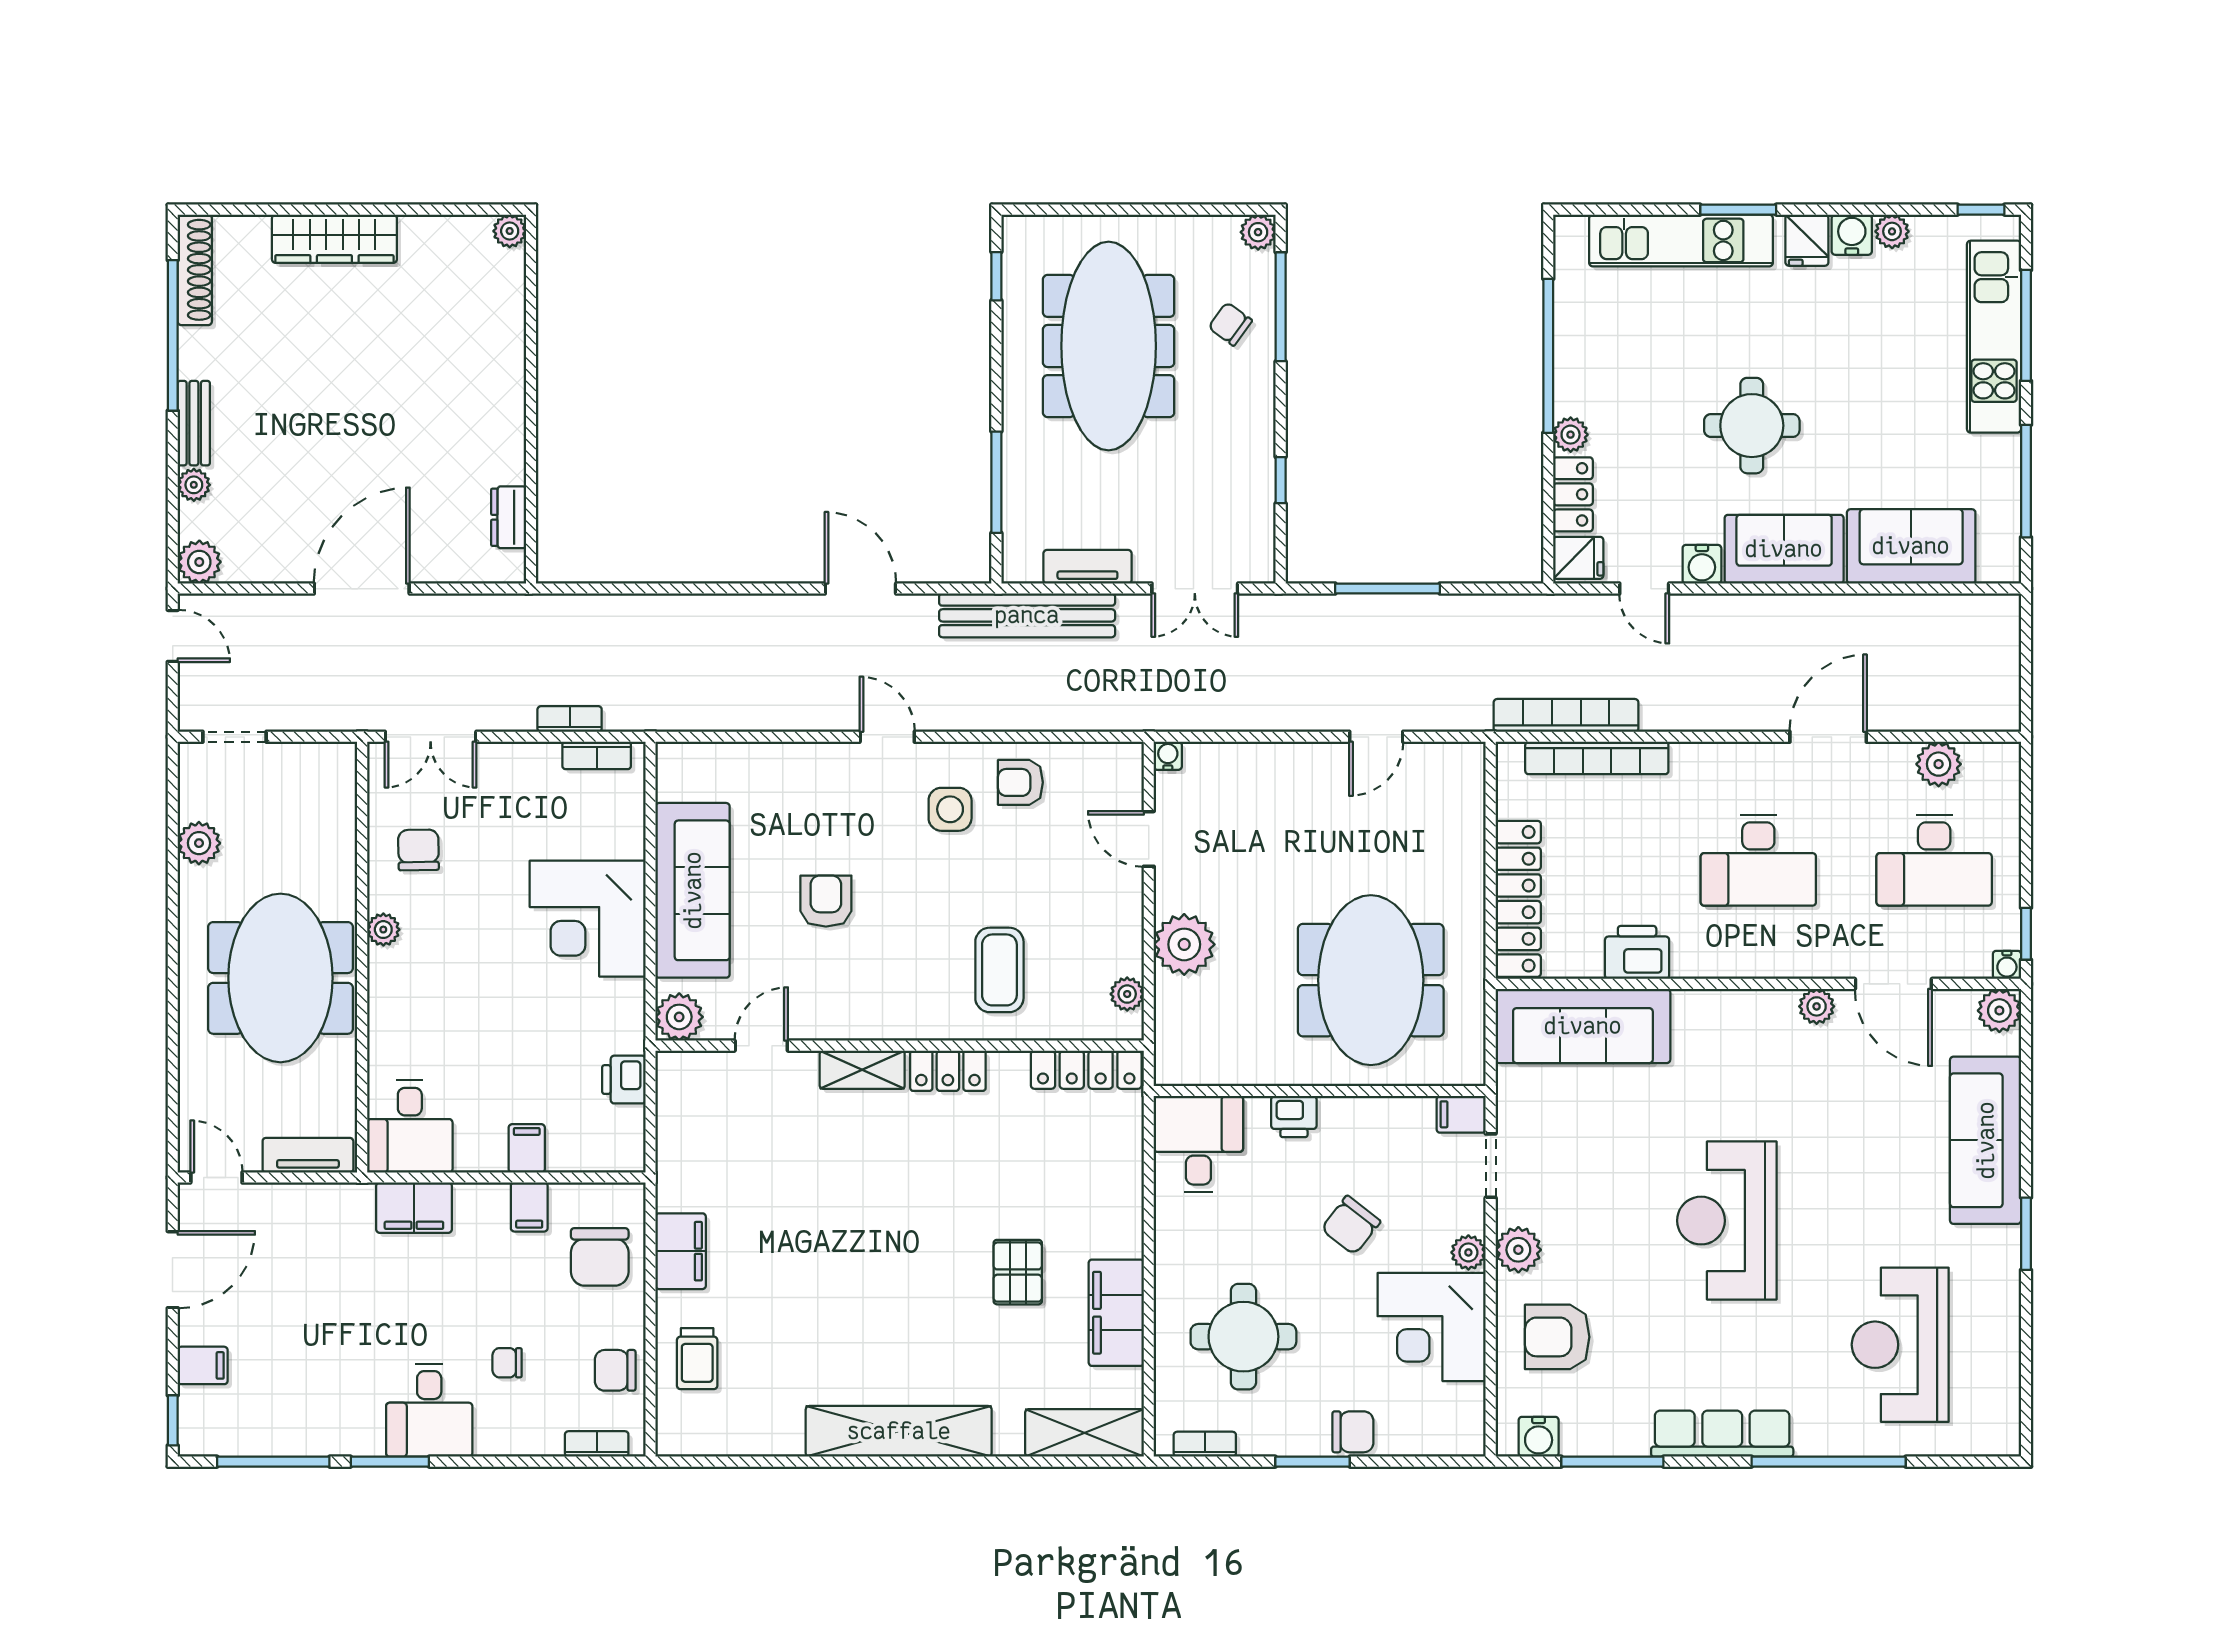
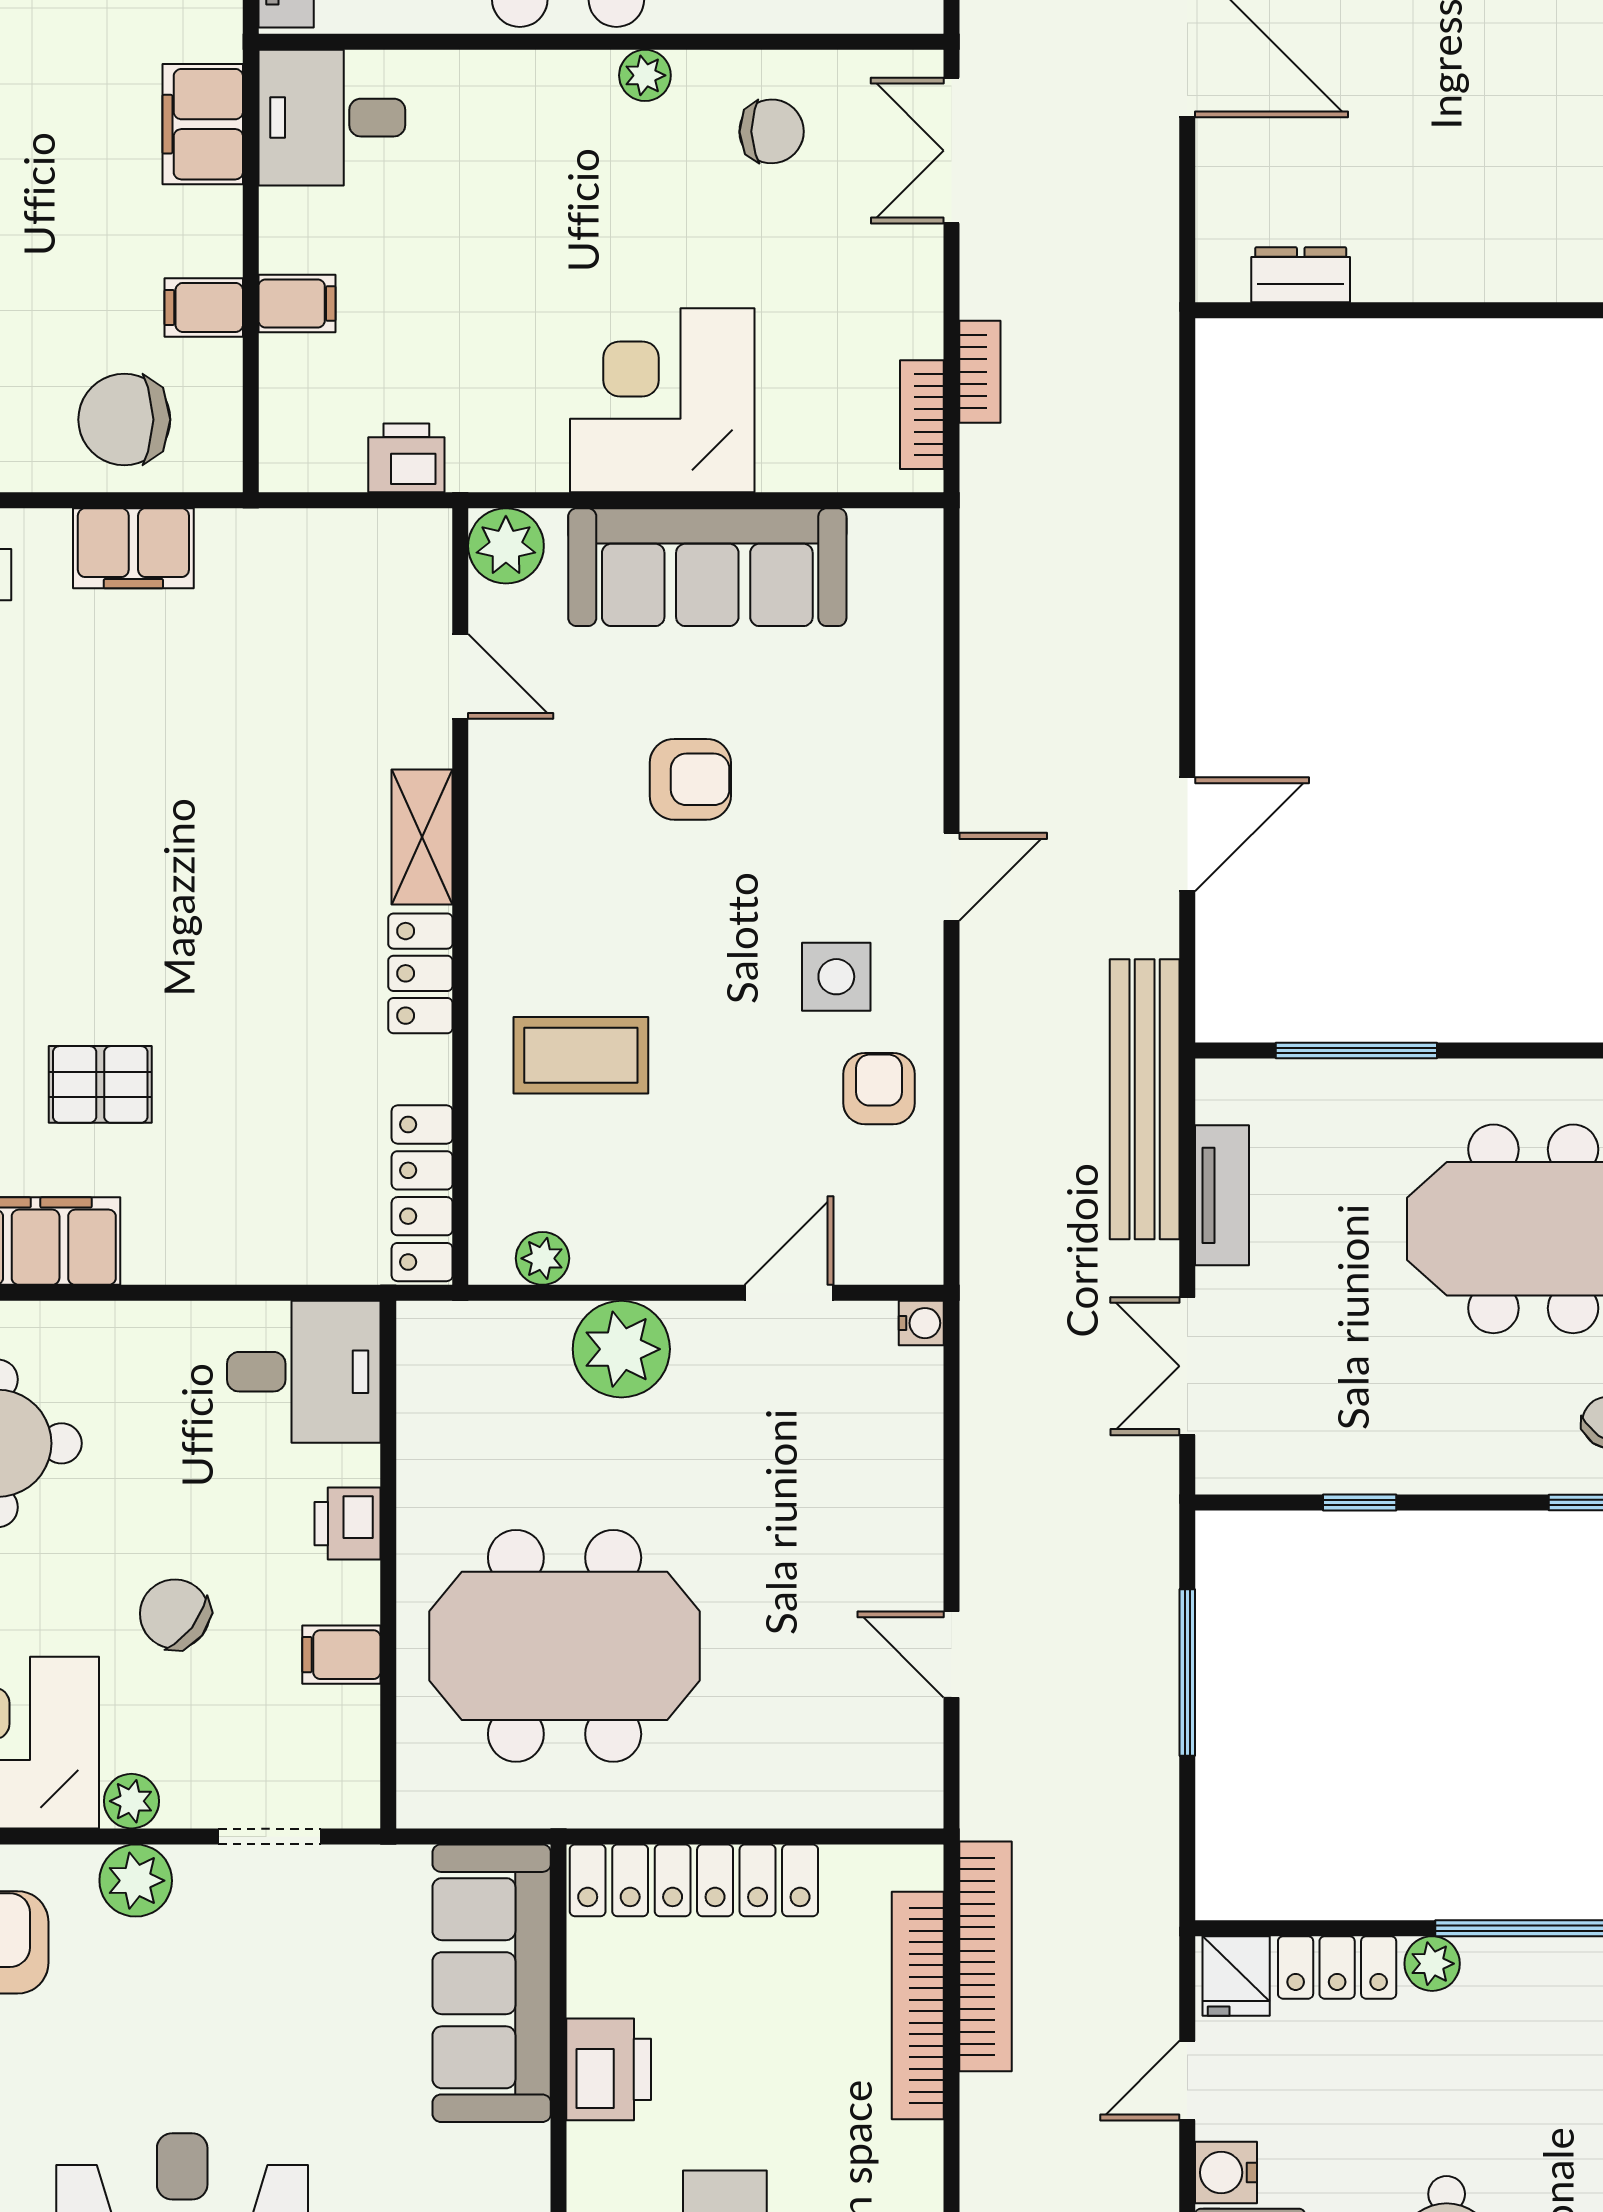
filing cabinet: (1461, 1114) -> (341, 1655), moved, turned -90

